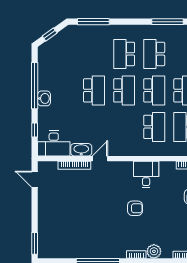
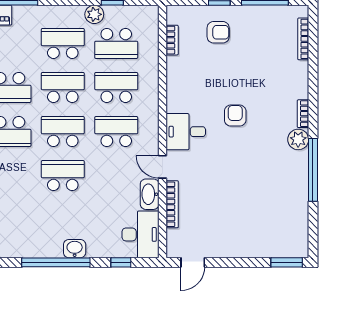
school desk: (124, 127) -> (116, 132), added
desk: (146, 174) -> (186, 132), moved
plant: (154, 251) -> (298, 139), moved

